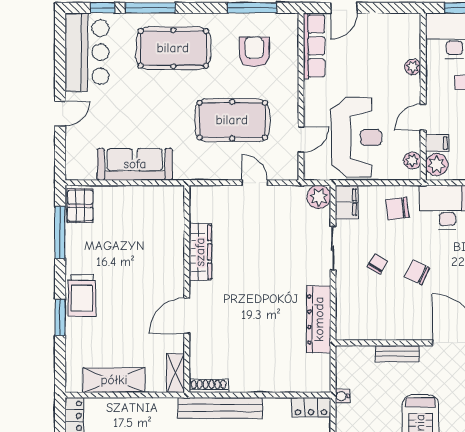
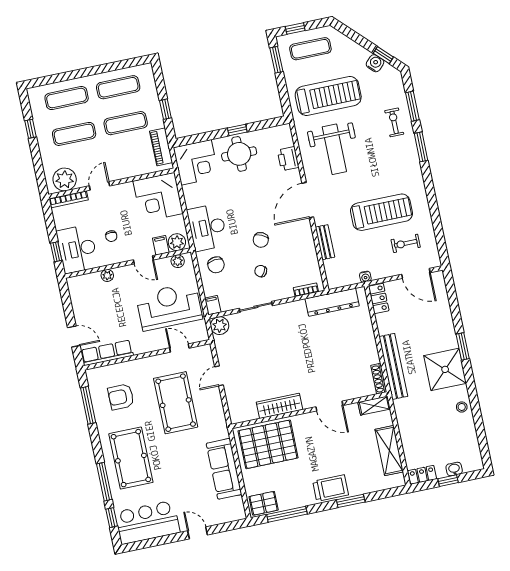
filing cabinet: (347, 202) -> (213, 305), width x0.50
pallet: (154, 227) -> (268, 444), added
bookcase: (342, 317) -> (306, 290), added
dresser: (319, 319) -> (332, 302), moved

